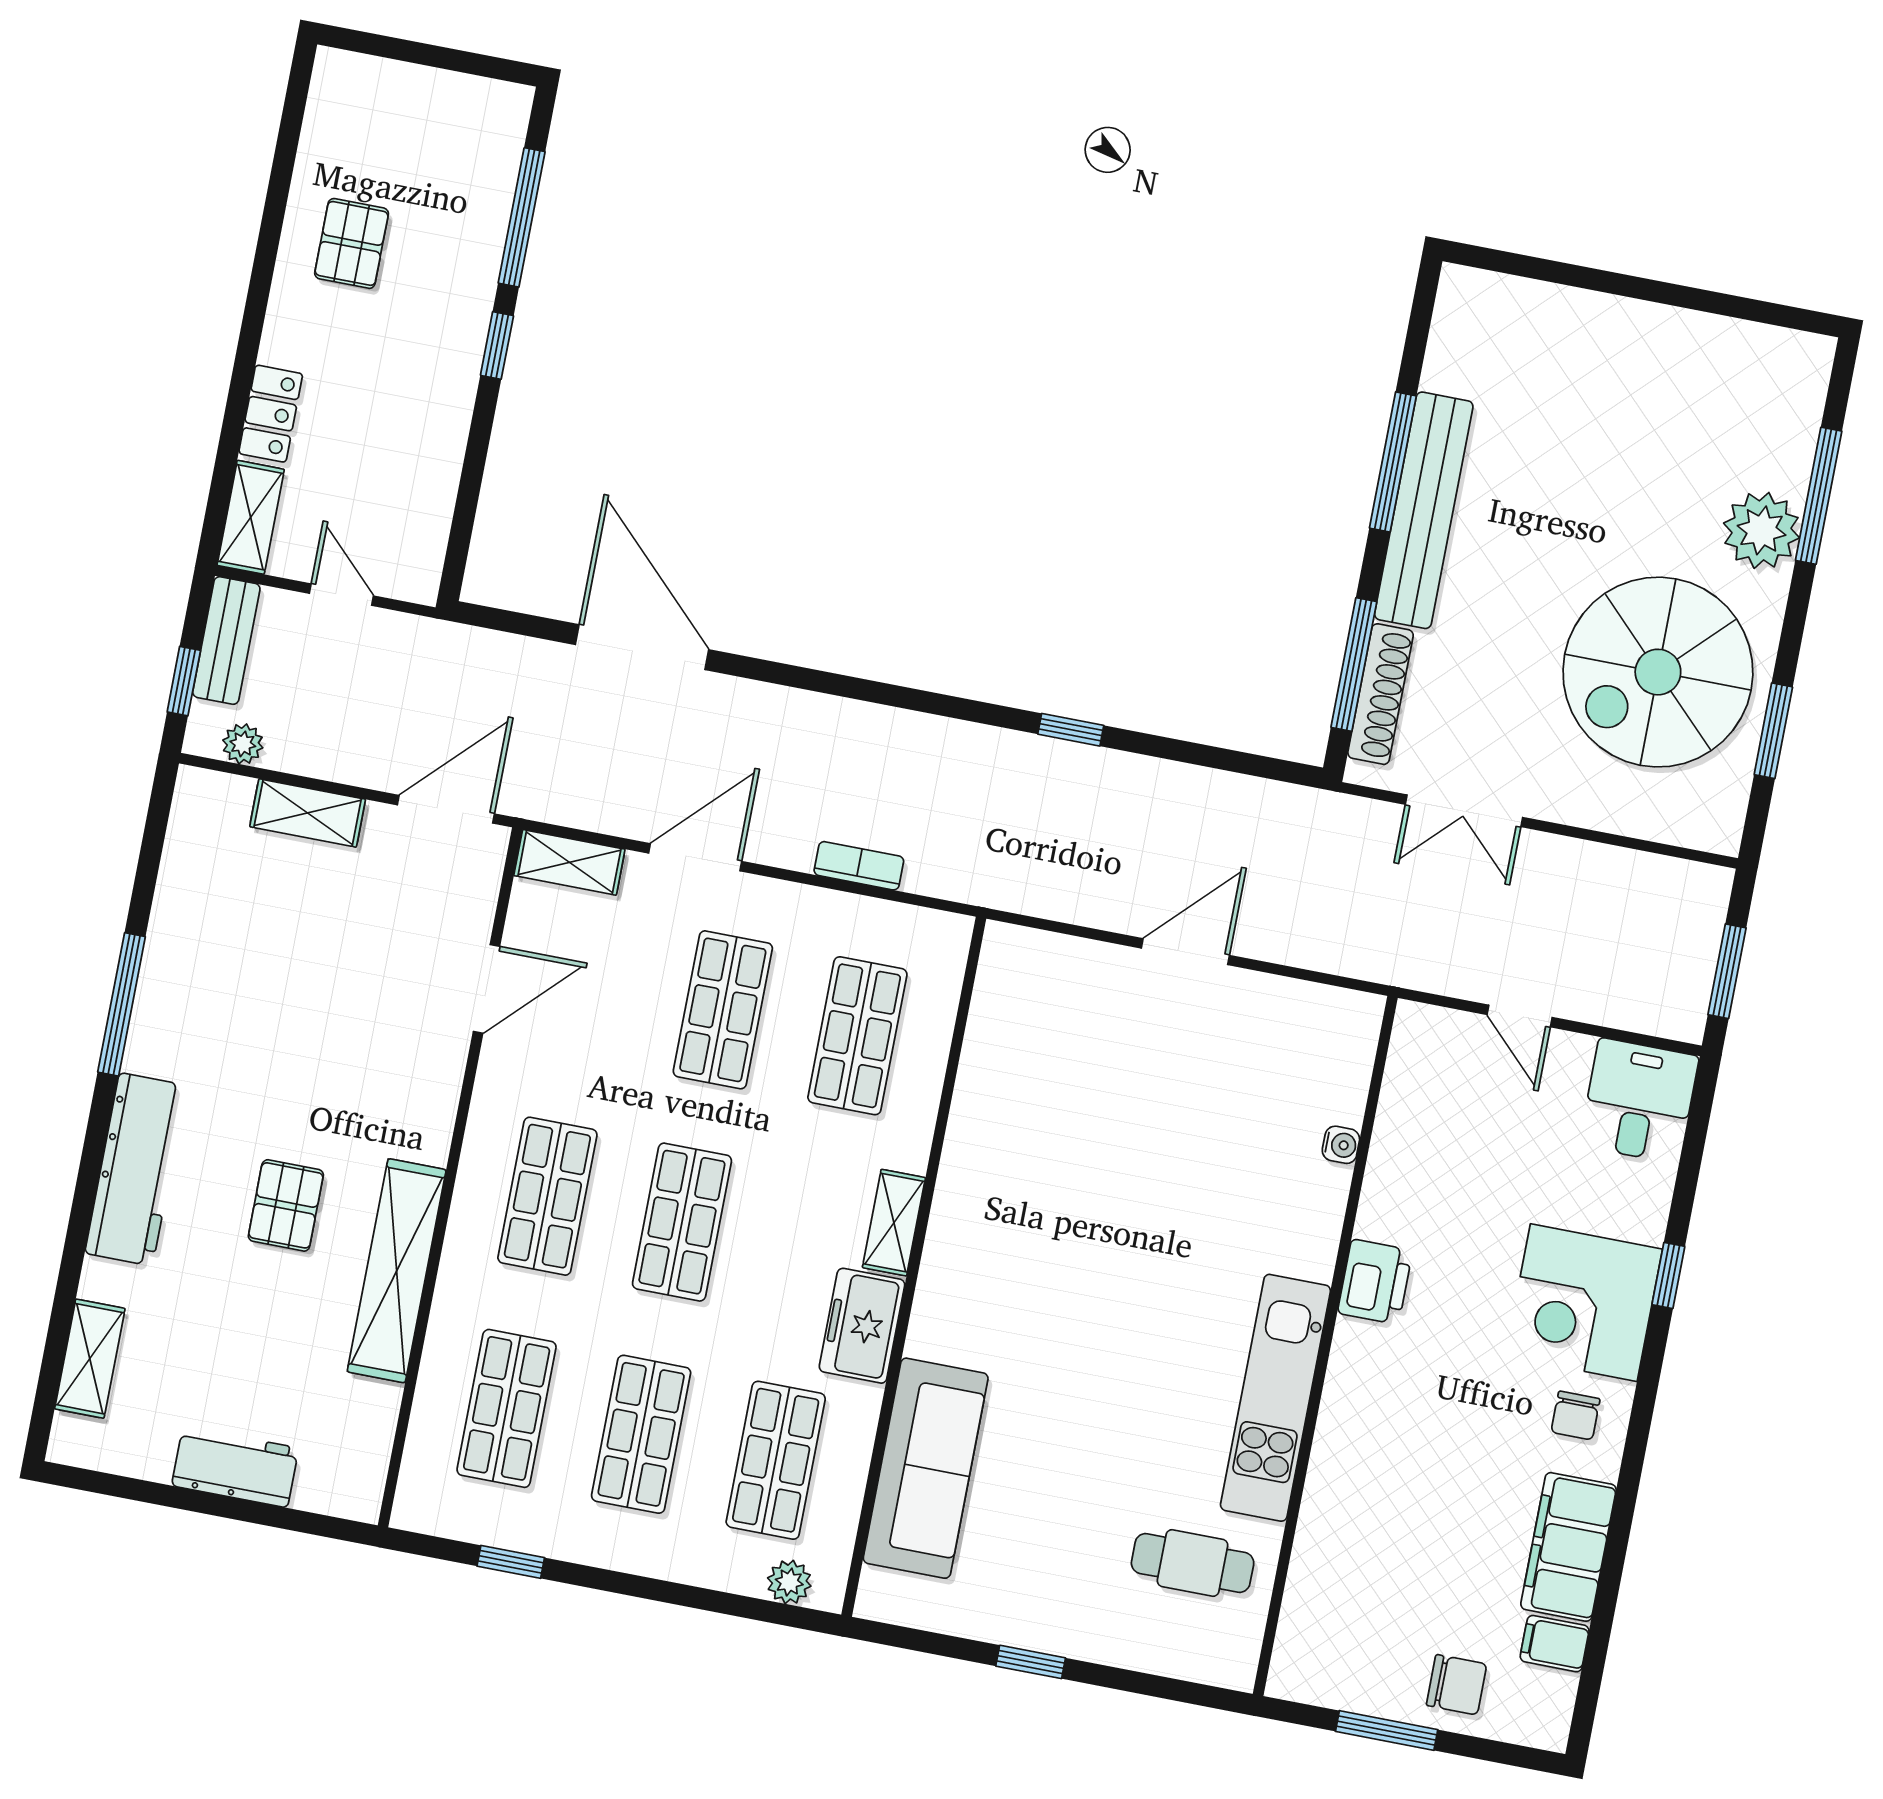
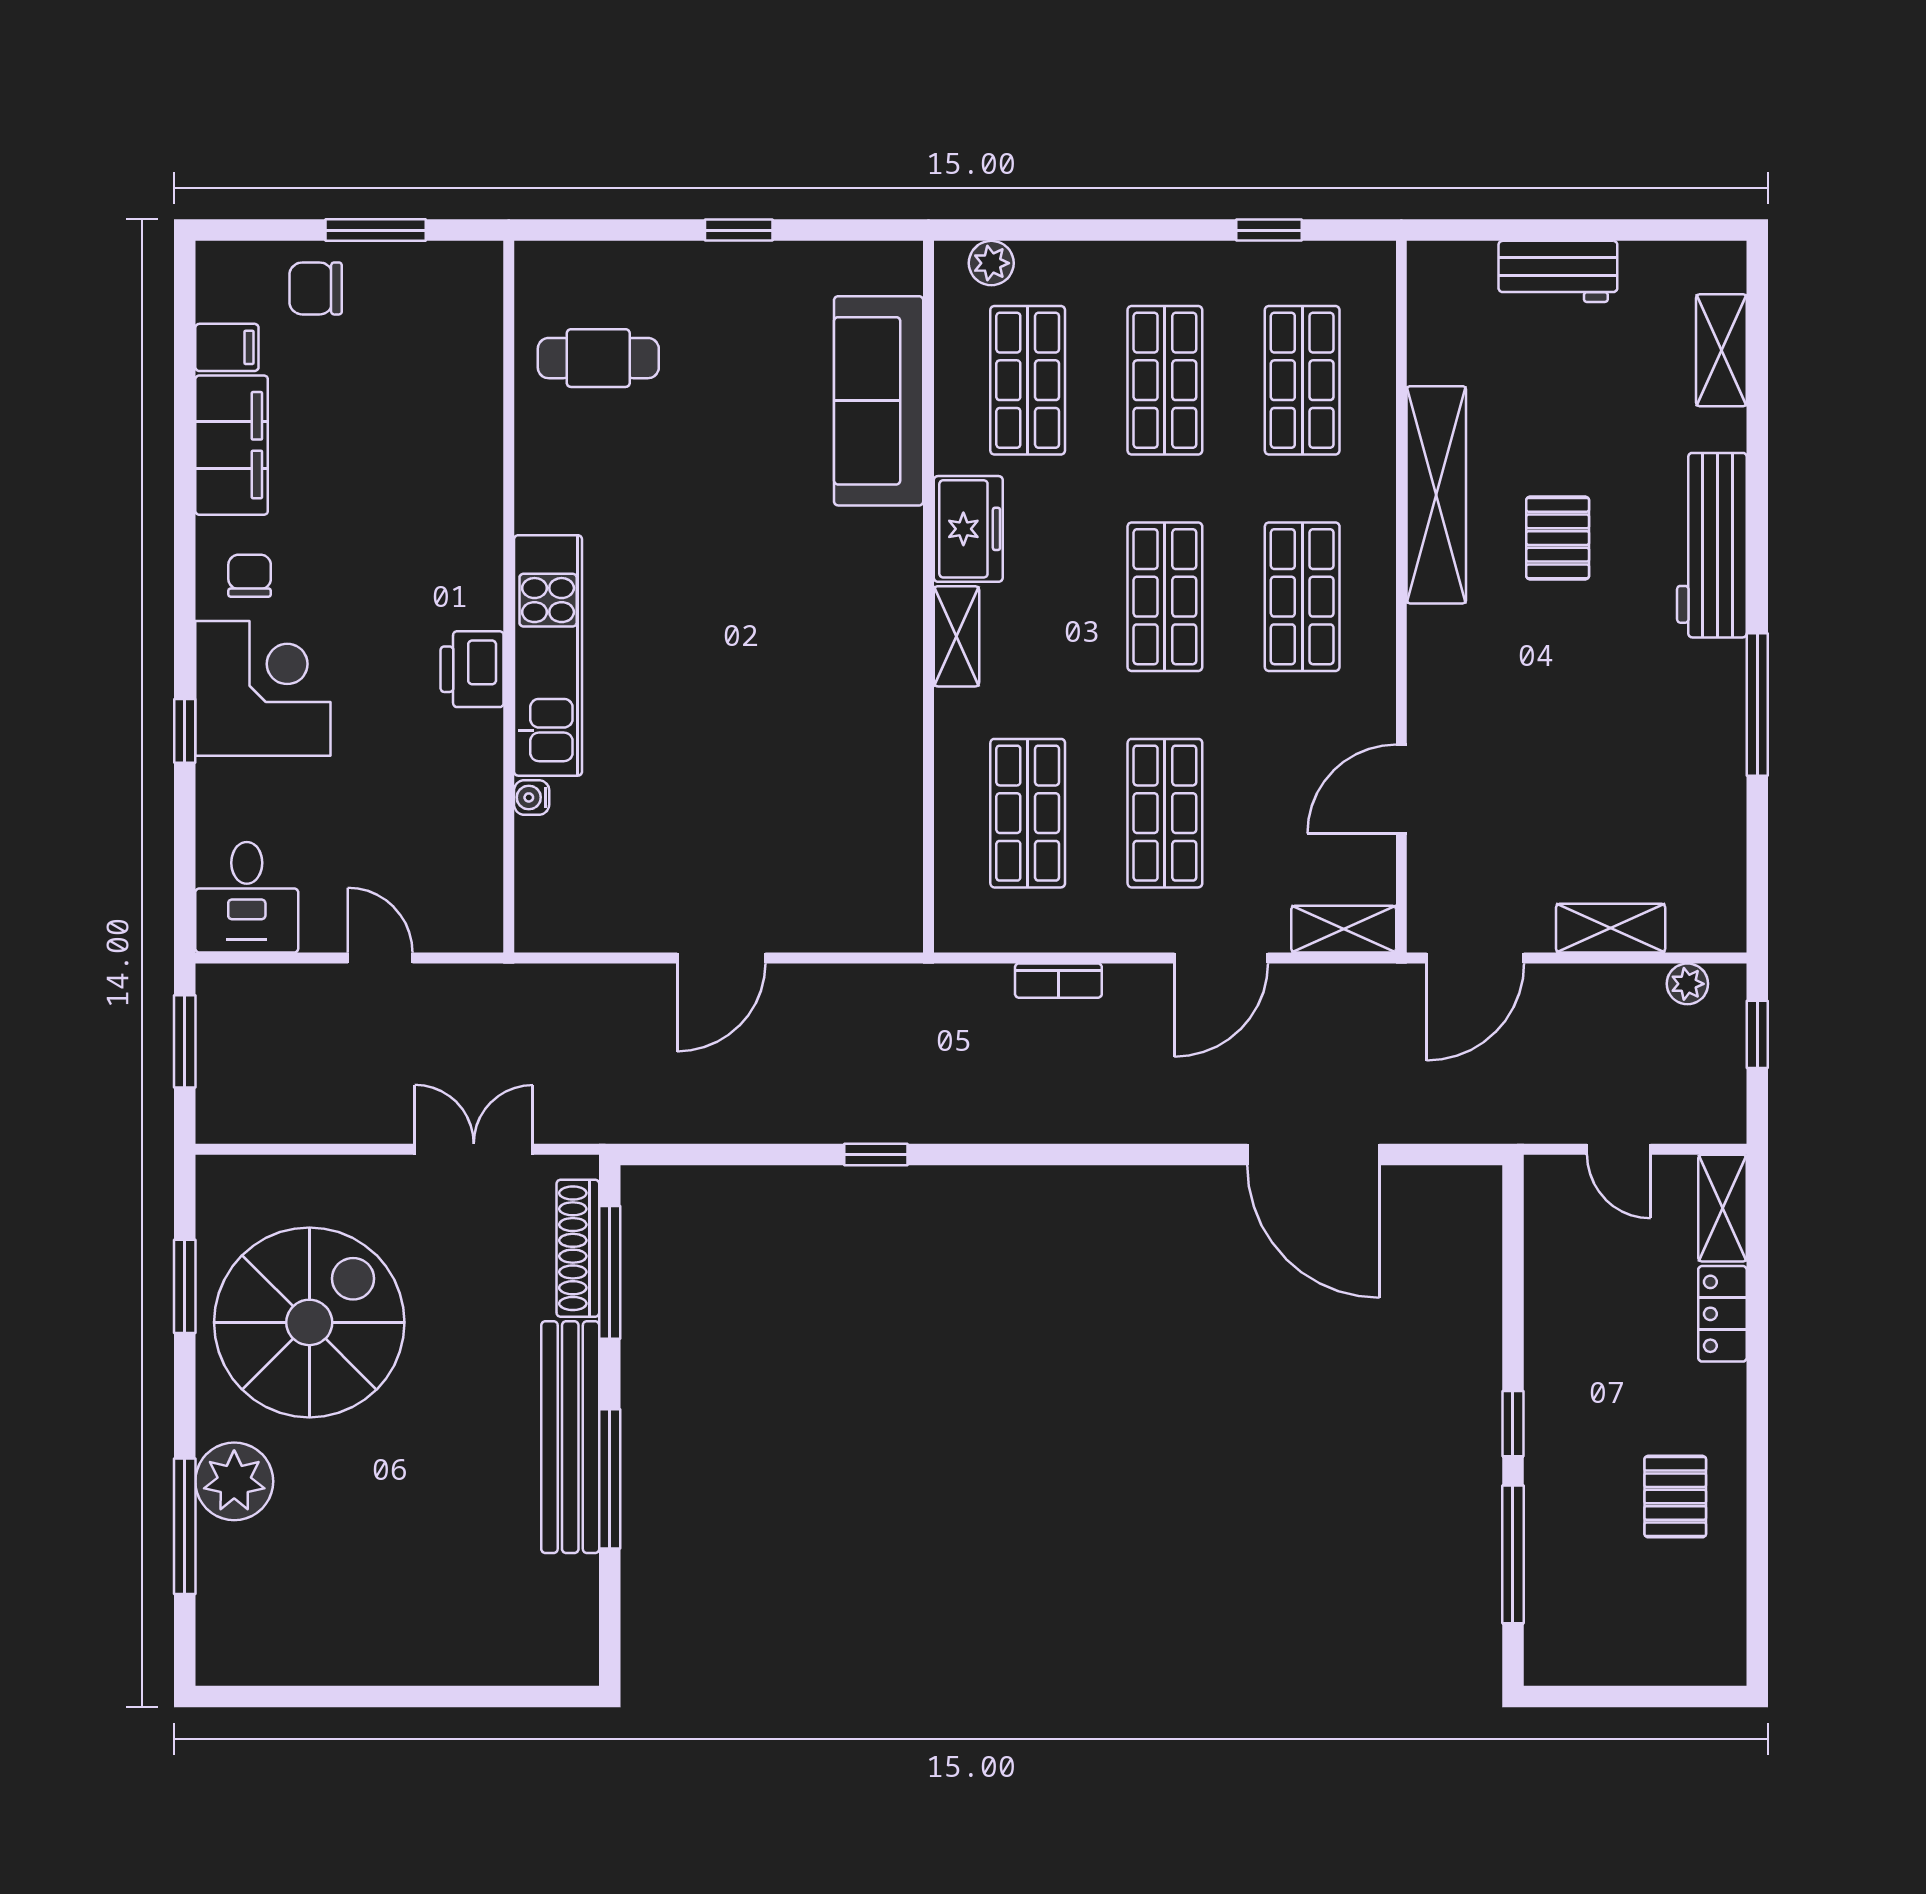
bench: (226, 641) -> (1723, 1082), removed
kitchen unit: (1275, 1398) -> (548, 655), moved

